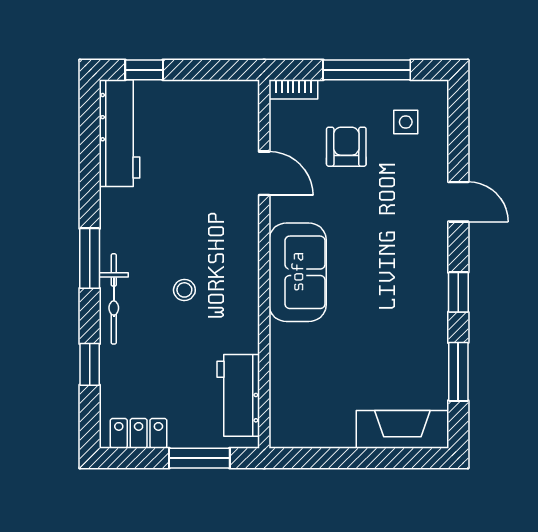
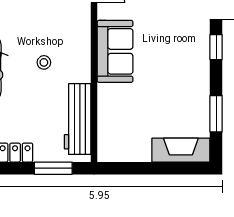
window: (458, 292) -> (216, 47), moved
workbench: (238, 395) -> (78, 119), width x1.38

